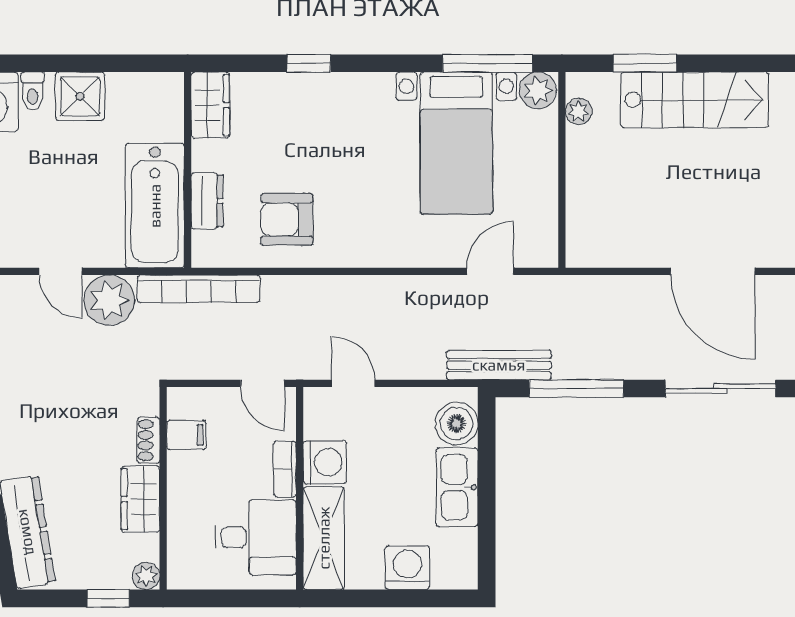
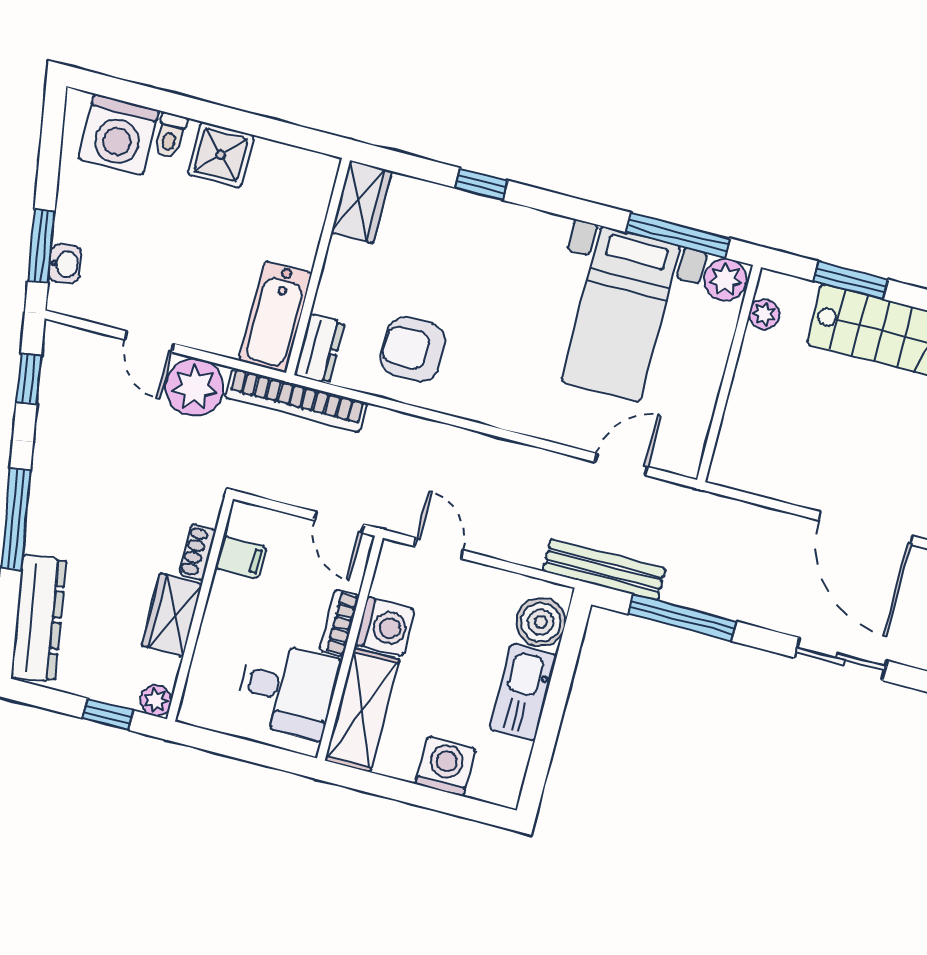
dresser: (207, 201) -> (319, 349), moved
bathtub: (155, 206) -> (276, 317), width x0.73, depth x0.73
sliding door: (720, 389) -> (841, 659), width x0.73

